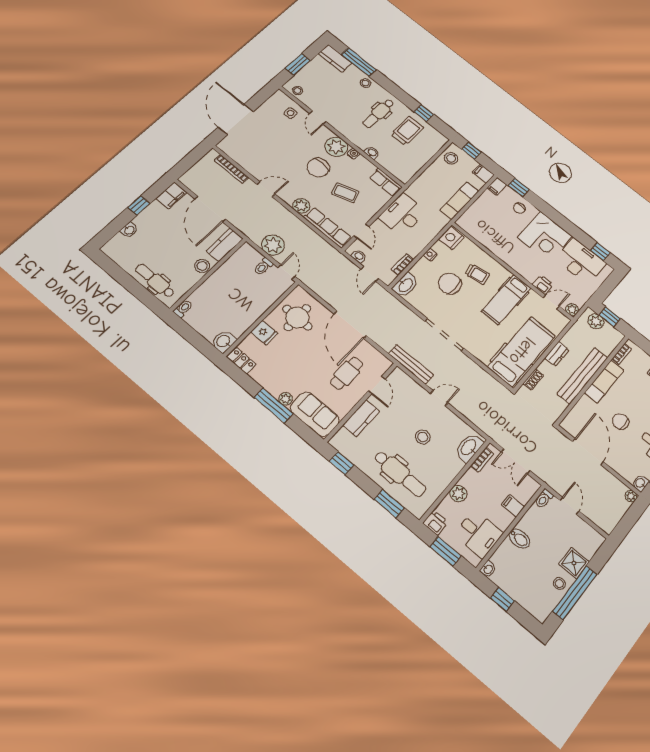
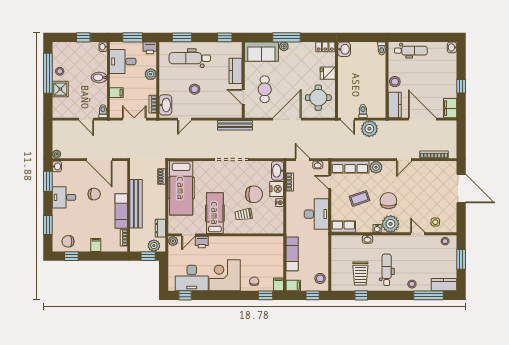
washbasin: (129, 230) -> (452, 47), moved
nightstand: (451, 238) -> (277, 189), moved
door: (350, 325) -> (287, 119), hinge flipped
dresser: (557, 354) -> (160, 228), moved
door: (439, 398) -> (185, 119), moved

